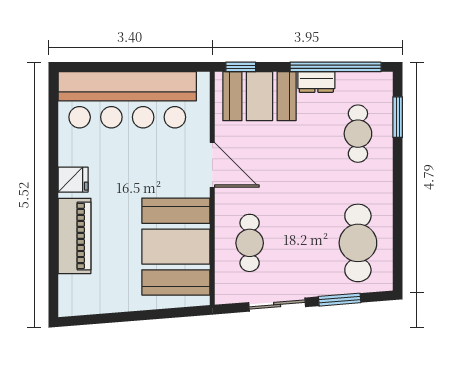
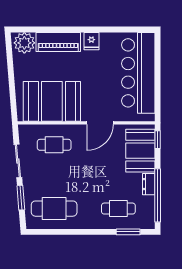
plant: (76, 293) -> (24, 43), added

